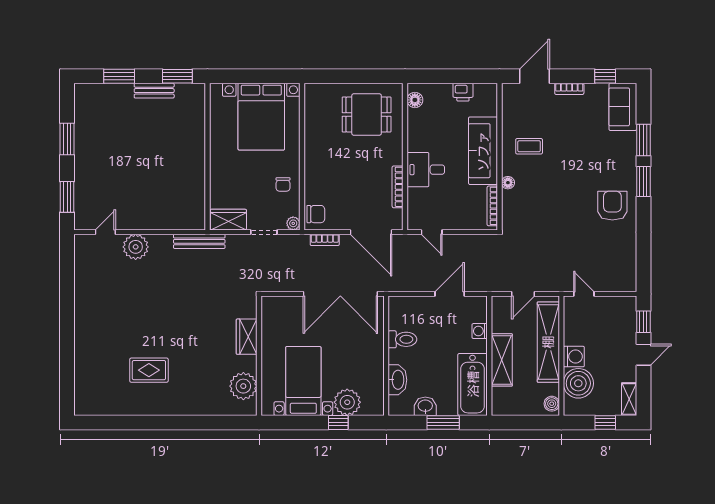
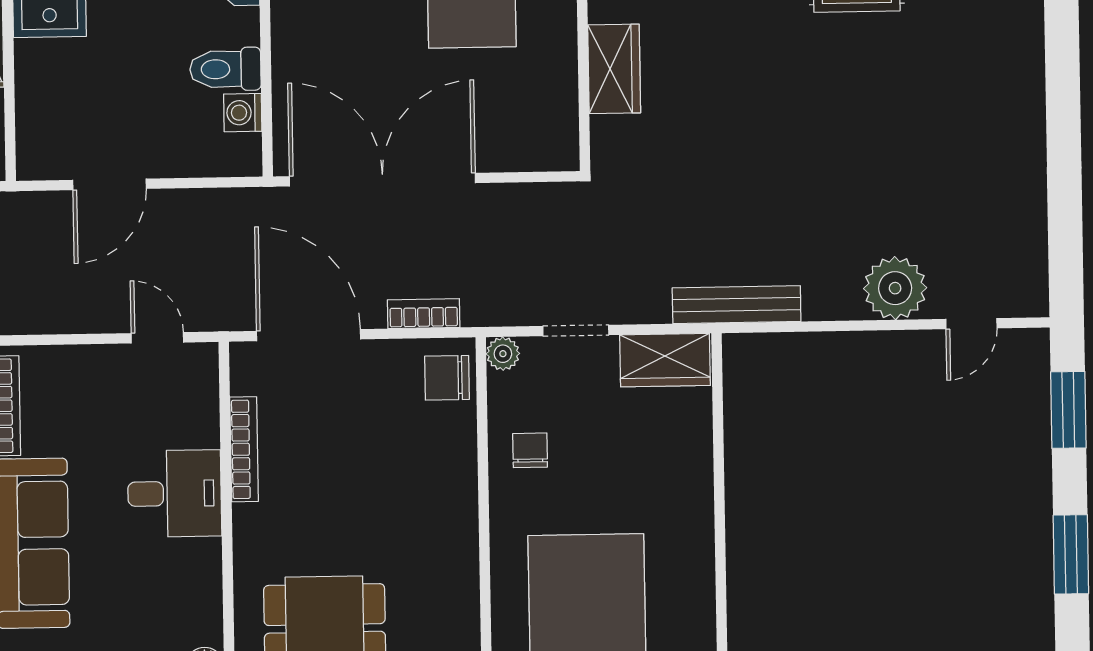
washing machine: (480, 331) -> (243, 113), moved, turned 180

